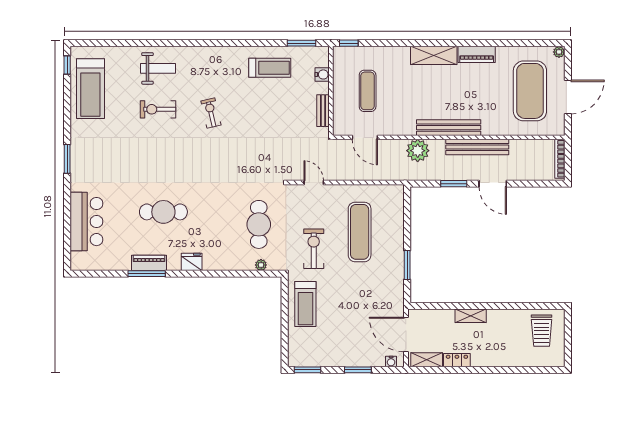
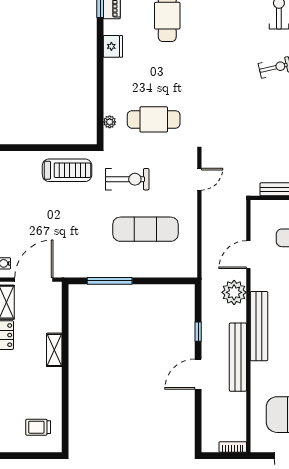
door: (365, 137) -> (248, 255), moved
bookcase: (560, 159) -> (233, 447), width x0.64
window: (454, 184) -> (198, 332), width x0.67
window: (407, 265) -> (110, 281), width x1.44
treadmill: (305, 304) -> (67, 170), turned 180
trolley: (542, 331) -> (38, 427), width x0.73, depth x0.72

